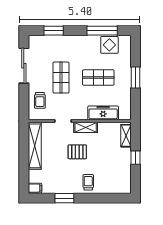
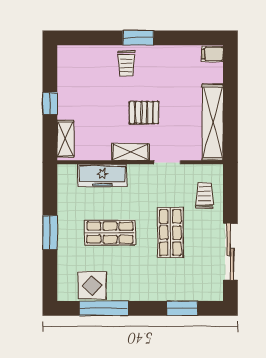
window: (64, 198) -> (138, 38), moved

